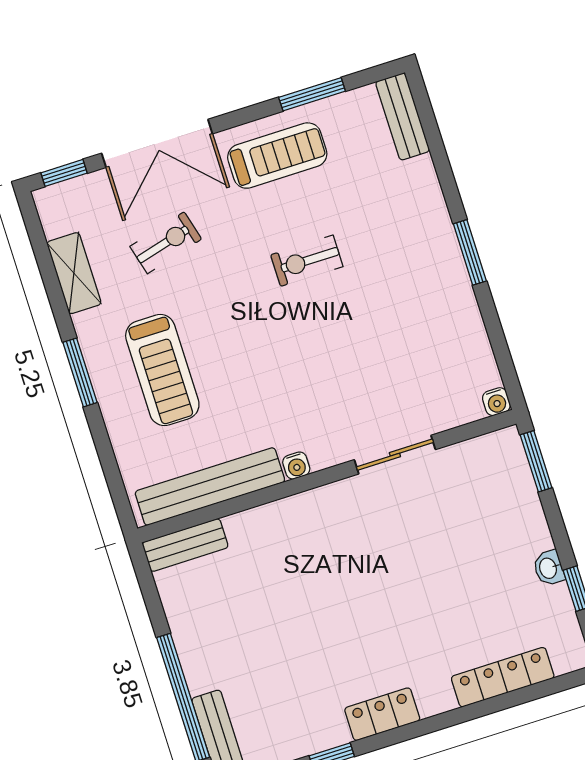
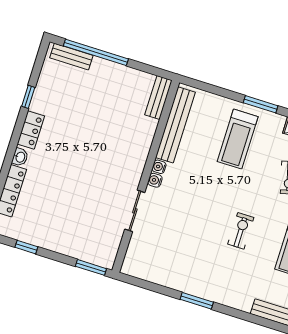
treadmill: (162, 370) -> (238, 139), turned -90
water cooler: (496, 402) -> (155, 180), moved
washbasin: (549, 568) -> (20, 157), moved, turned 90

